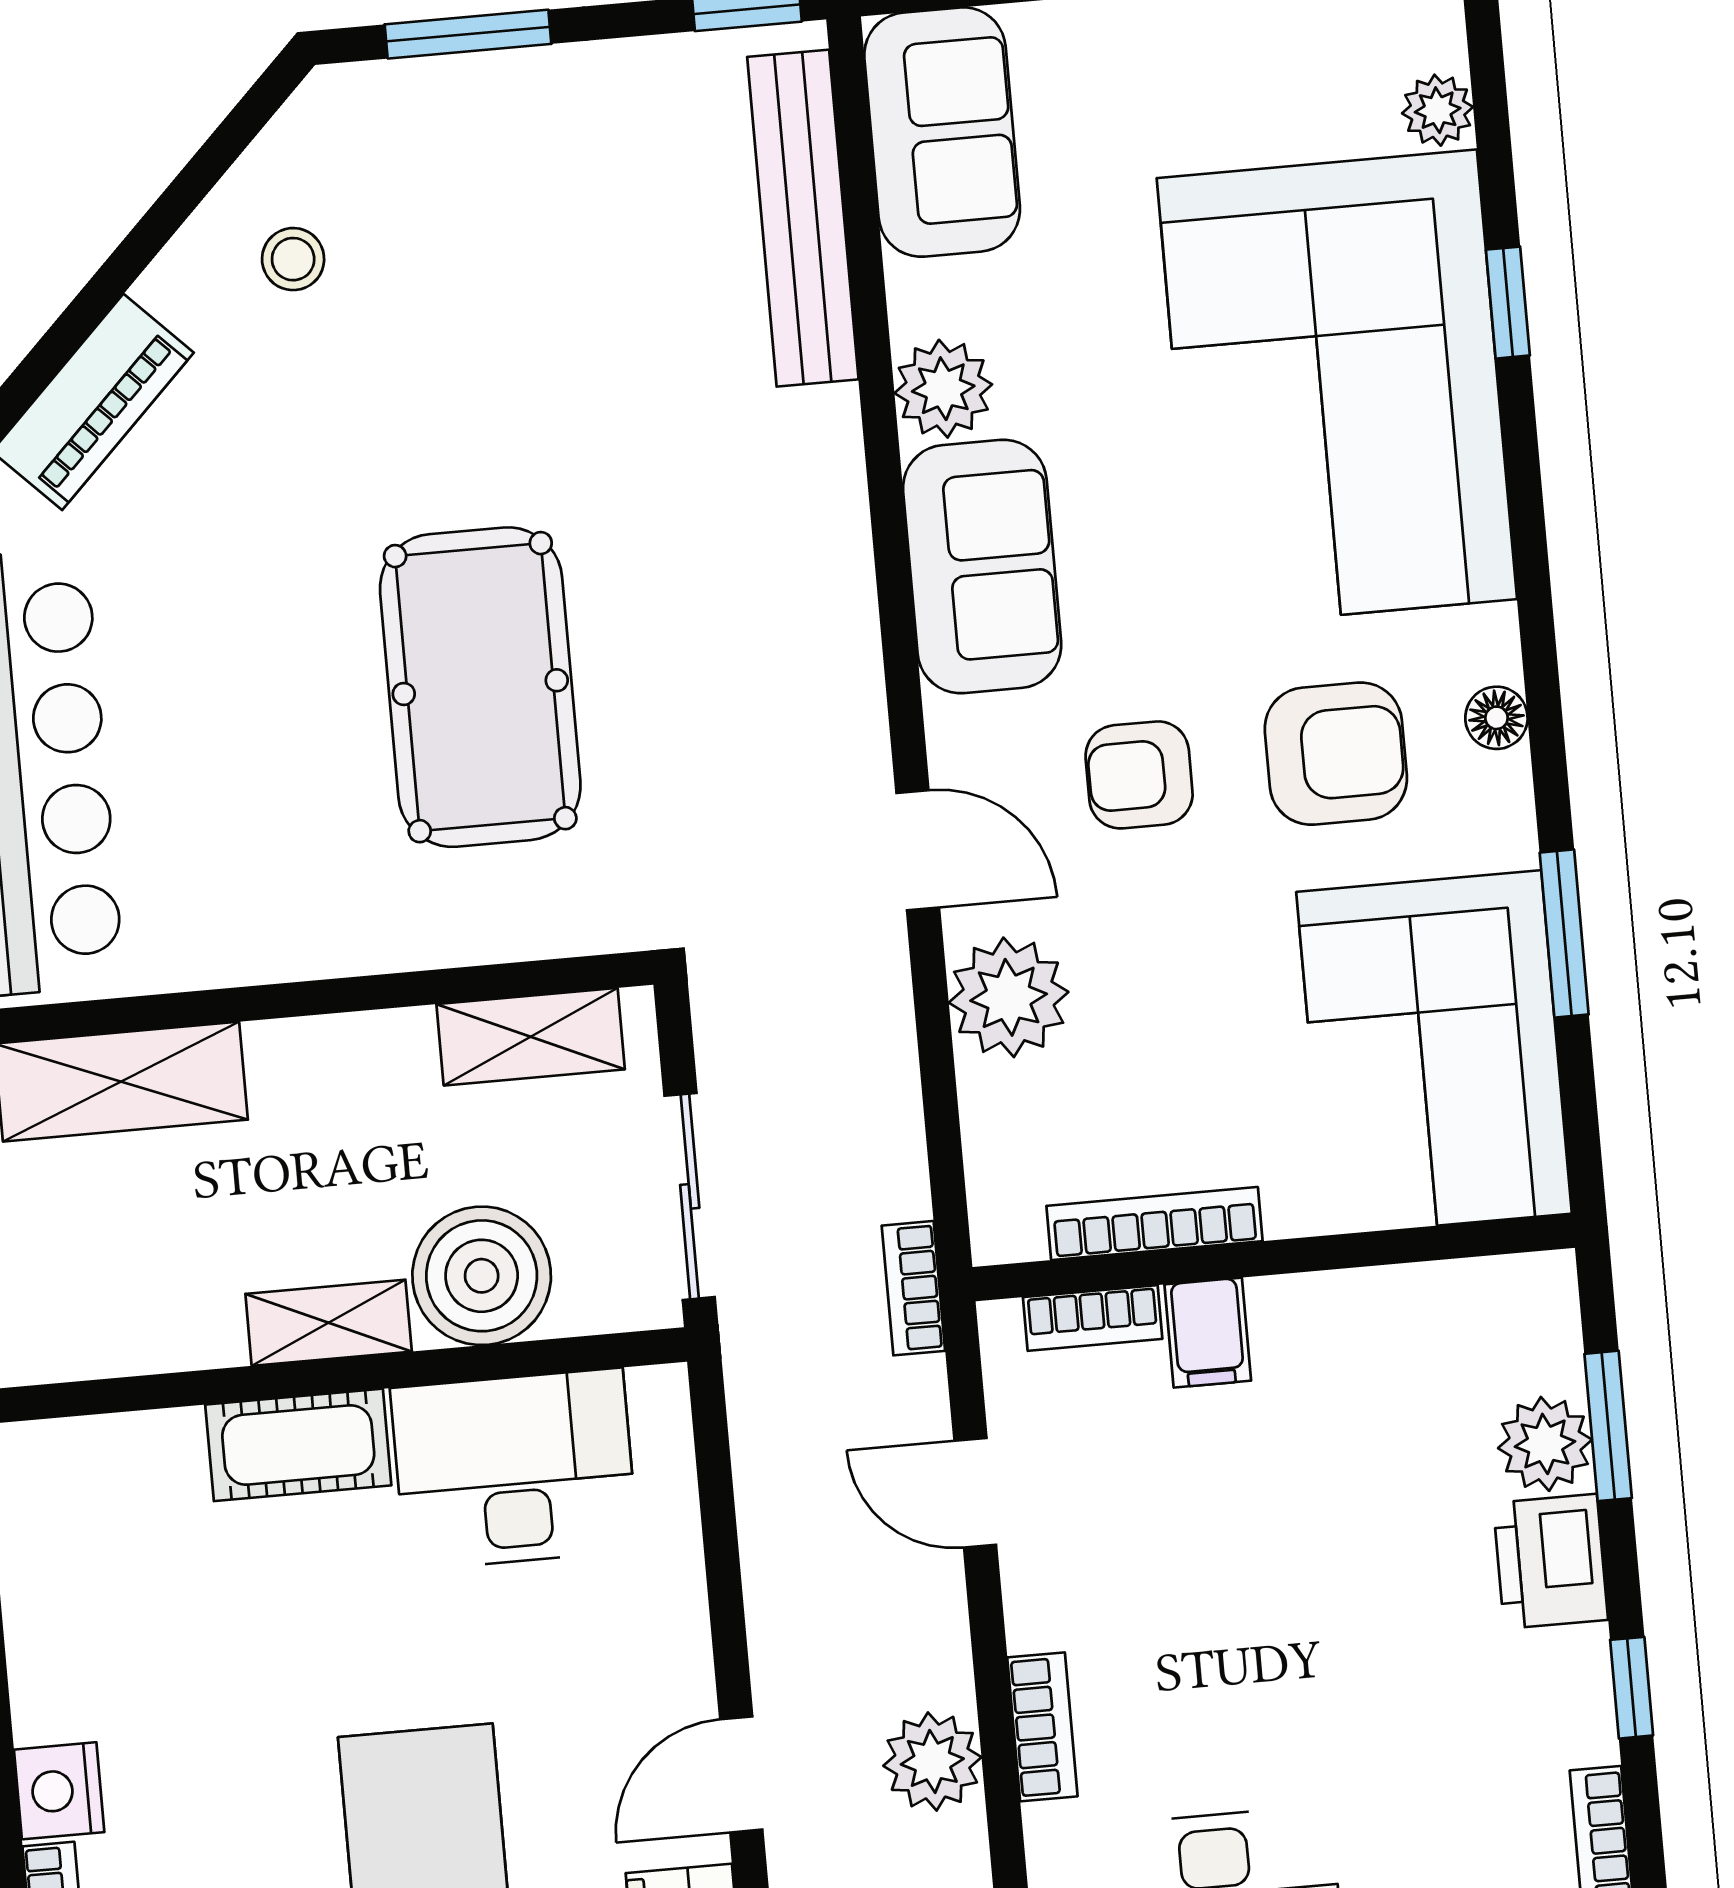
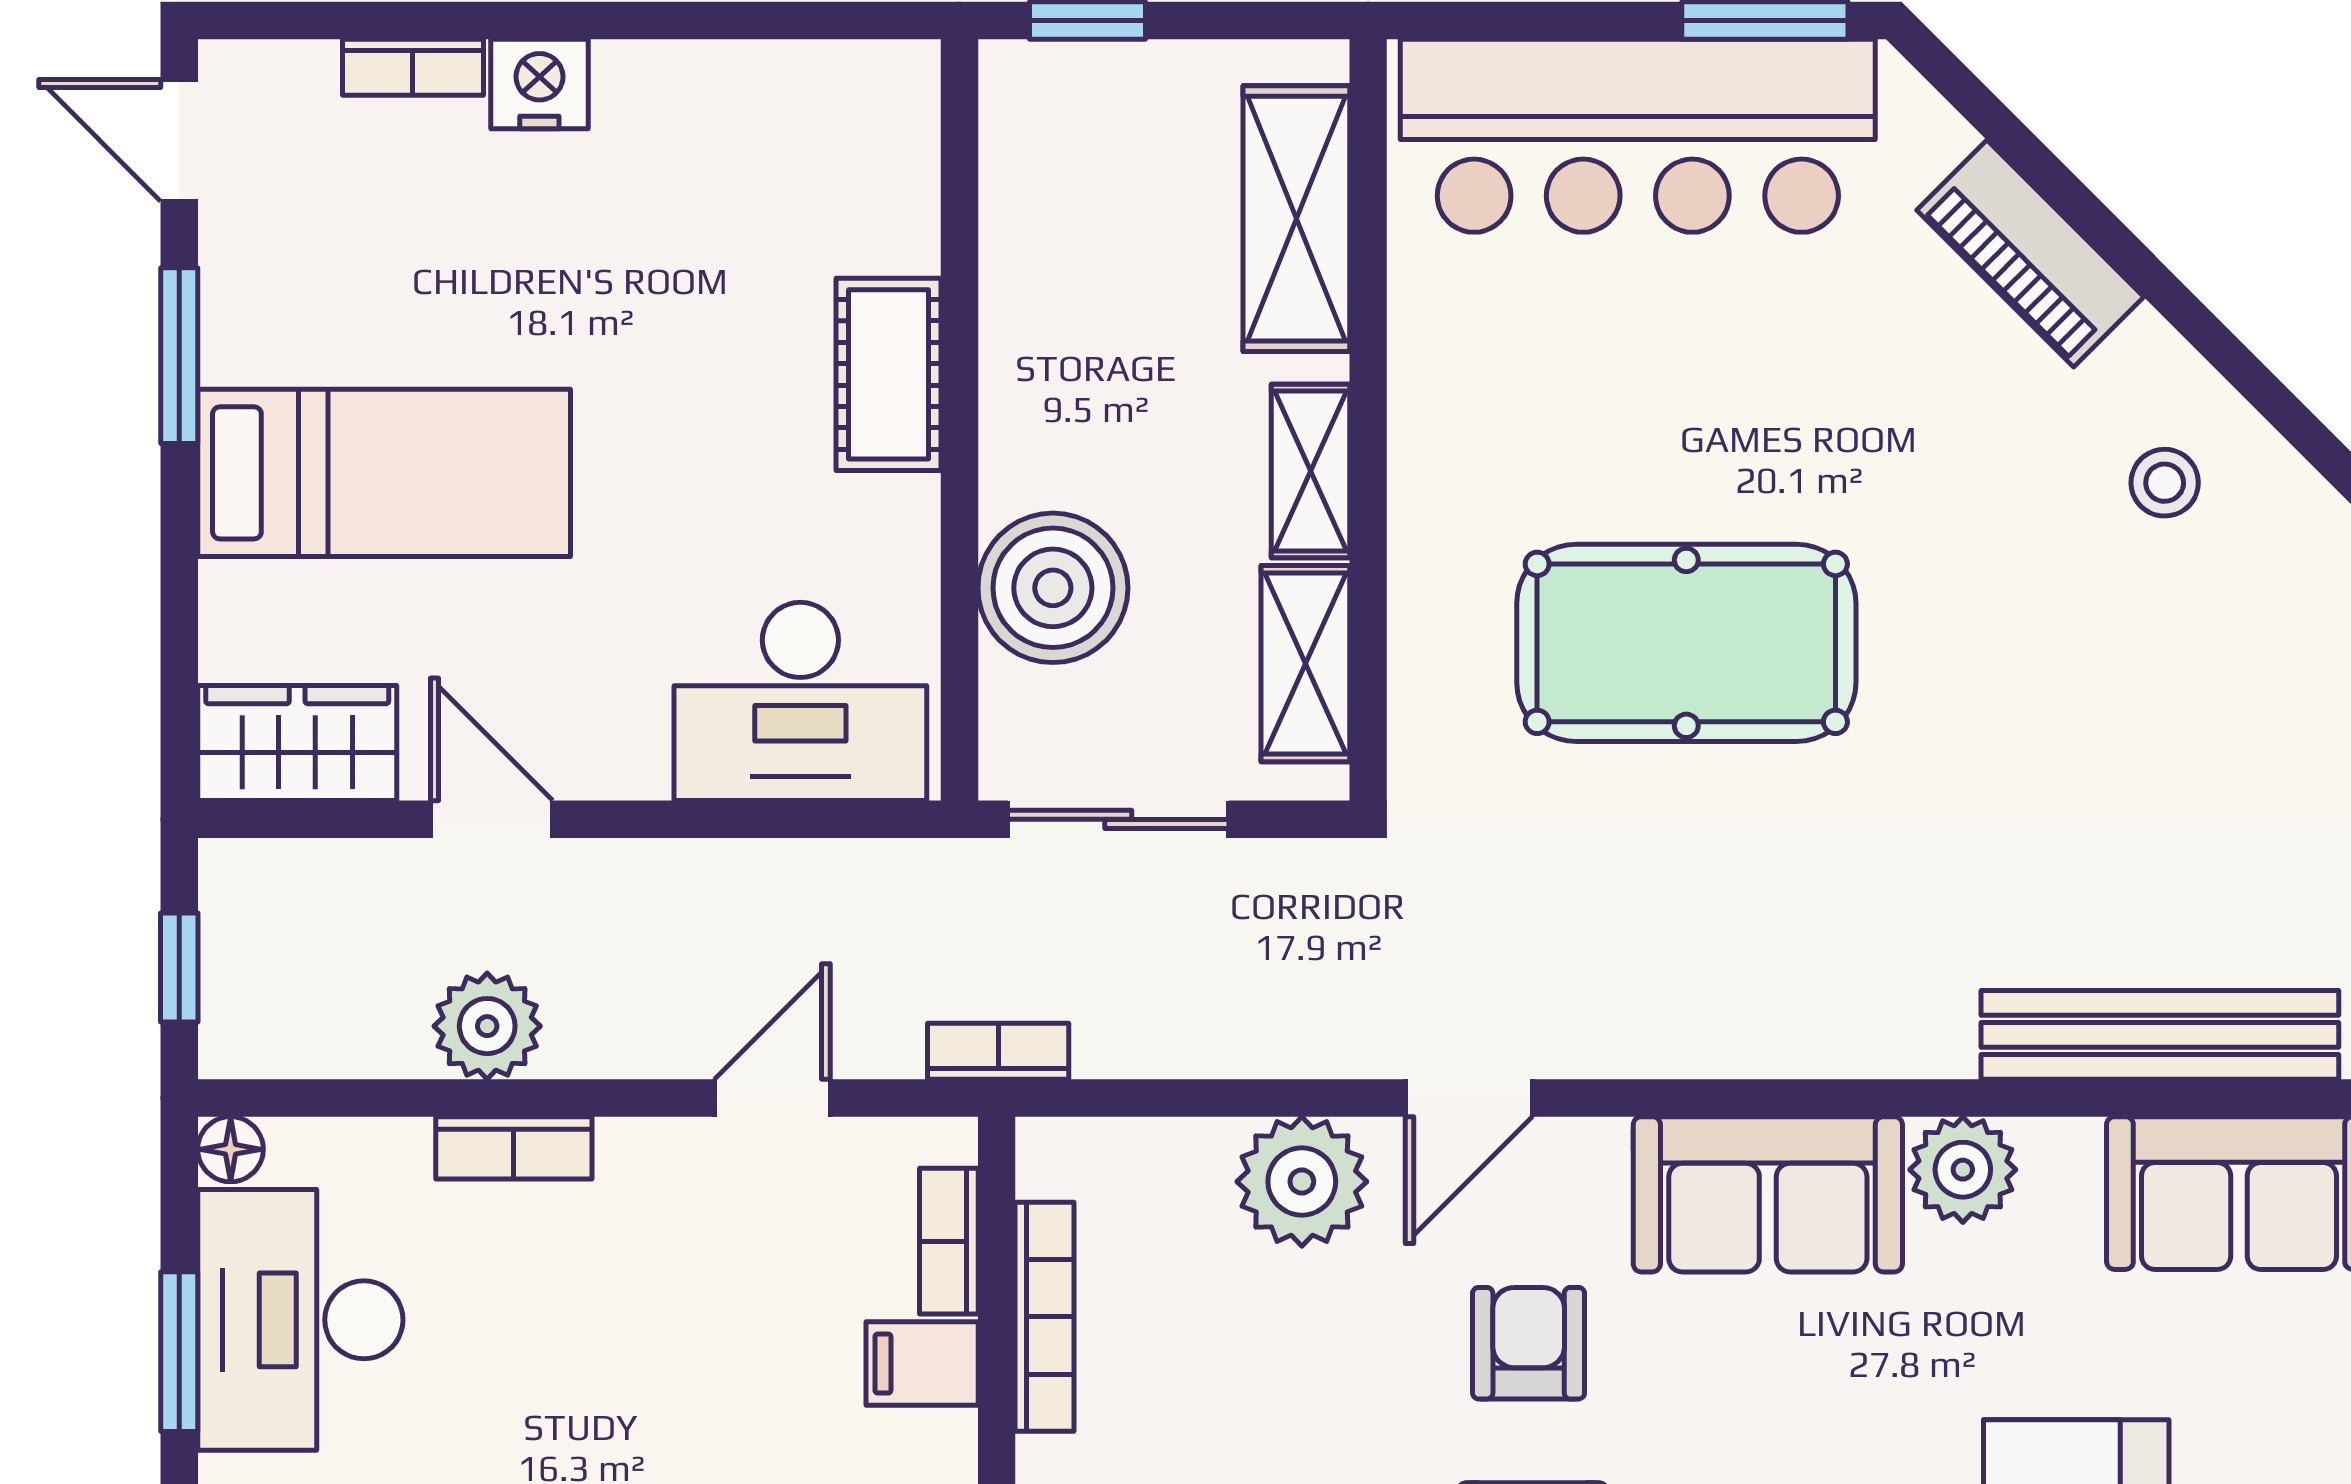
shelving: (329, 1323) -> (1311, 471), moved
desk: (514, 1469) -> (800, 701), moved, turned 90

